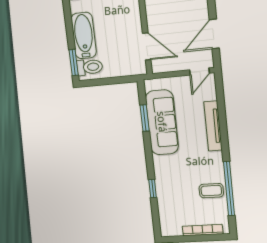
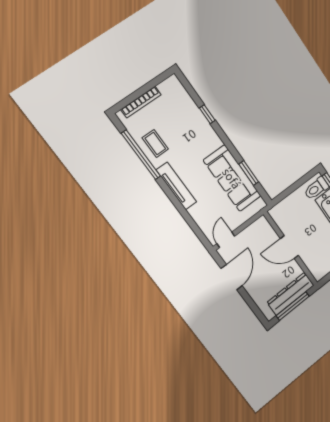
door: (147, 46) -> (289, 247), moved
tv unit: (213, 126) -> (176, 186), moved
coffee table: (211, 191) -> (155, 144), turned 90

